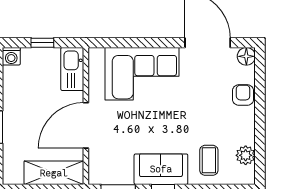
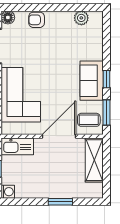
door: (86, 125) -> (59, 136), swing flipped
coffee table: (209, 160) -> (89, 120), moved

